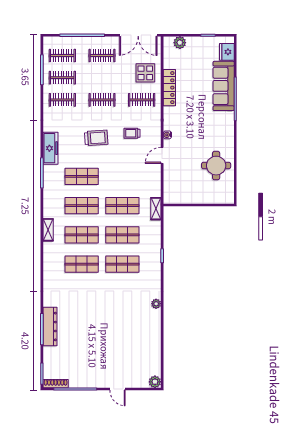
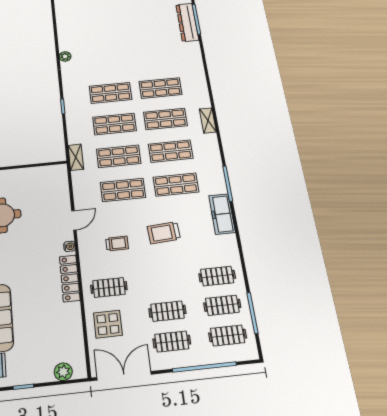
locker: (169, 88) -> (70, 278), moved
clothes rail: (102, 100) -> (167, 311), moved
shop shelf: (122, 176) -> (123, 190), added

